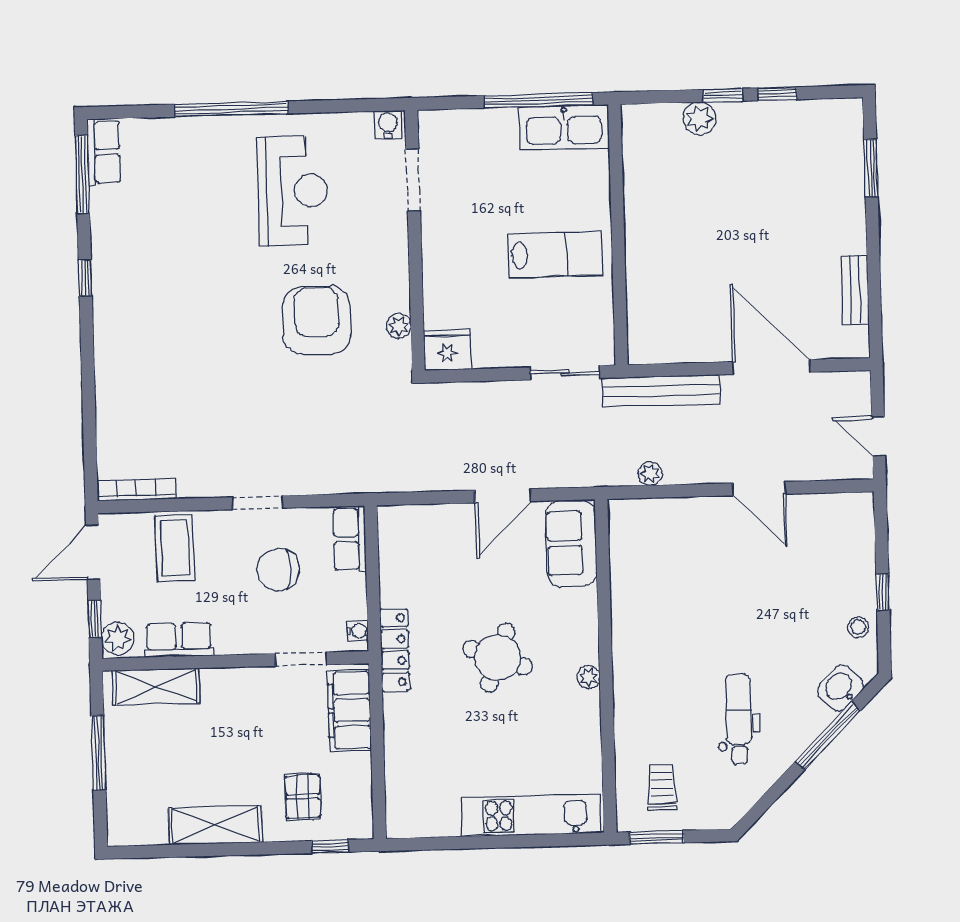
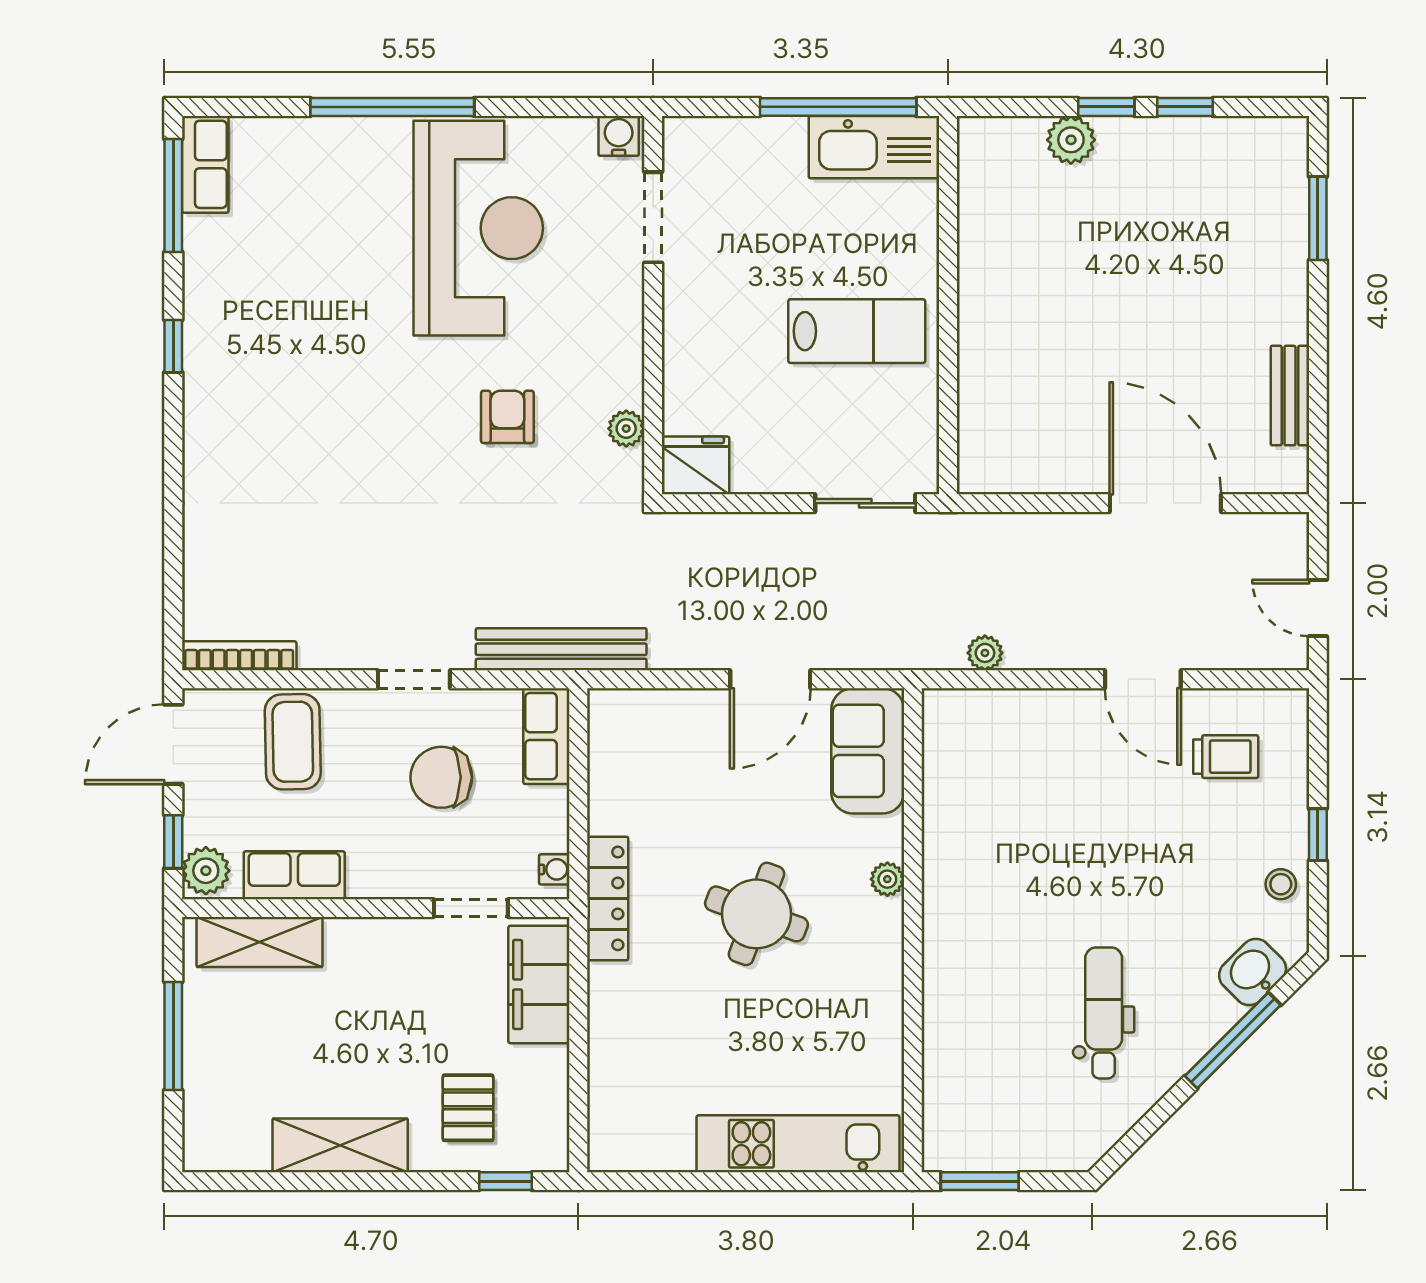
reception desk: (293, 191) -> (478, 228), width x1.36, depth x1.30
armchair: (317, 320) -> (507, 417), width x0.53, depth x0.53
bench: (661, 391) -> (561, 649), moved
plant: (588, 677) -> (887, 879), moved
trolley: (662, 787) -> (1226, 757), moved, turned 90

